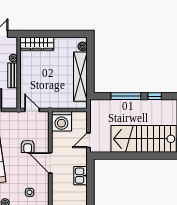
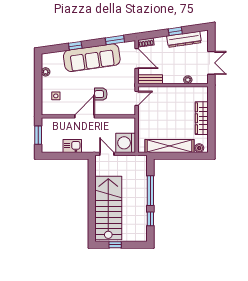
wardrobe: (37, 44) -> (202, 118), moved
bench: (13, 75) -> (150, 79), moved
washing machine: (61, 121) -> (126, 143), moved

